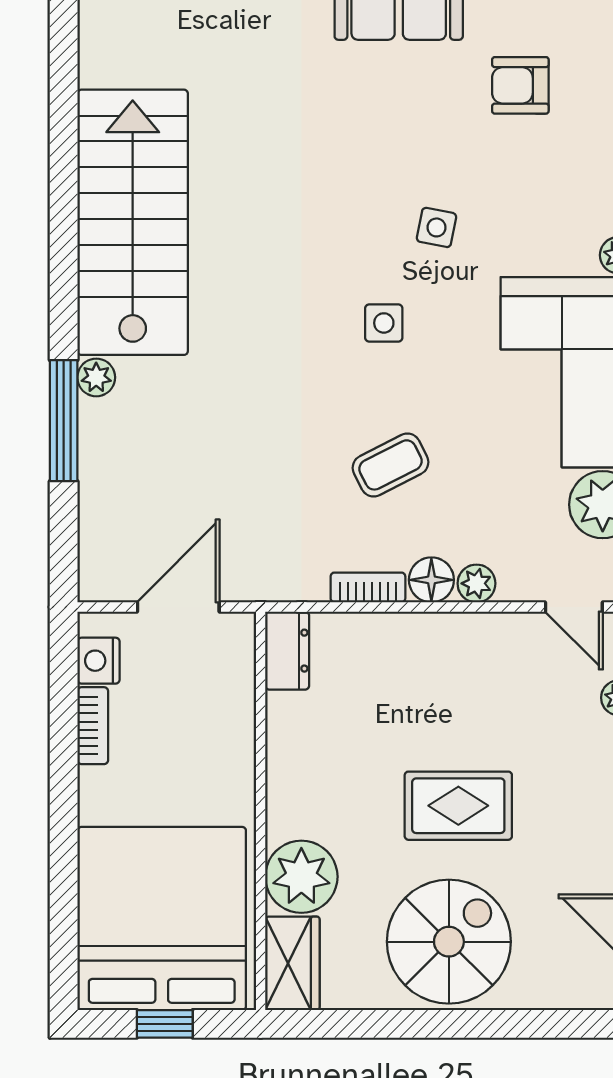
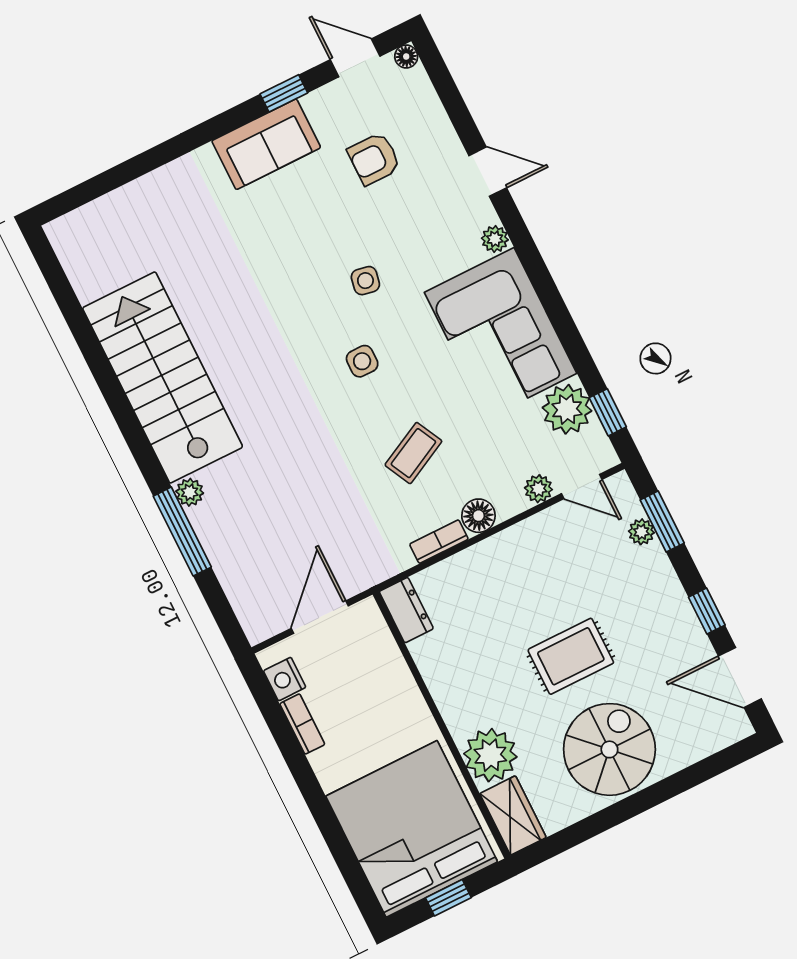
plant: (476, 583) -> (538, 489), moved

